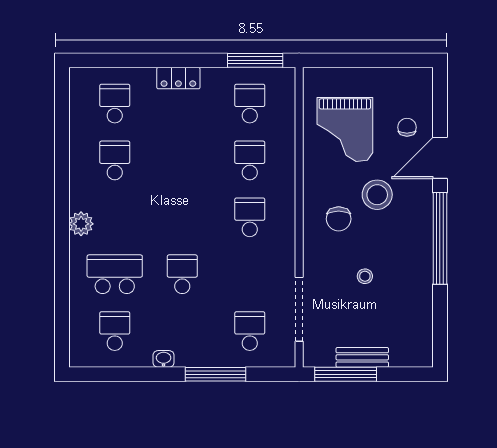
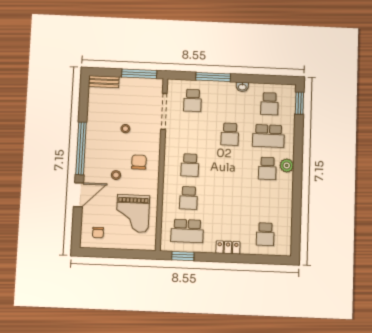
window: (255, 60) -> (183, 256), width x0.69
school desk: (250, 104) -> (187, 231), width x1.85
chair: (407, 127) -> (98, 233), moved
grand piano: (345, 130) -> (133, 213), turned 180
school desk: (115, 160) -> (267, 168), moved
stool: (377, 195) -> (116, 175), width x0.53, depth x0.53
window: (62, 334) -> (299, 103), added
bench: (362, 357) -> (104, 82), moved

